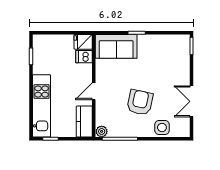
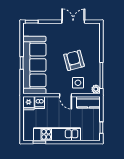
sofa: (116, 46) -> (34, 65), width x1.85, depth x1.27
double door: (192, 101) -> (73, 22), swing flipped
armchair: (140, 102) -> (74, 60), turned 63
kitchen unit: (42, 106) -> (57, 134), moved
side table: (162, 127) -> (78, 83), moved

